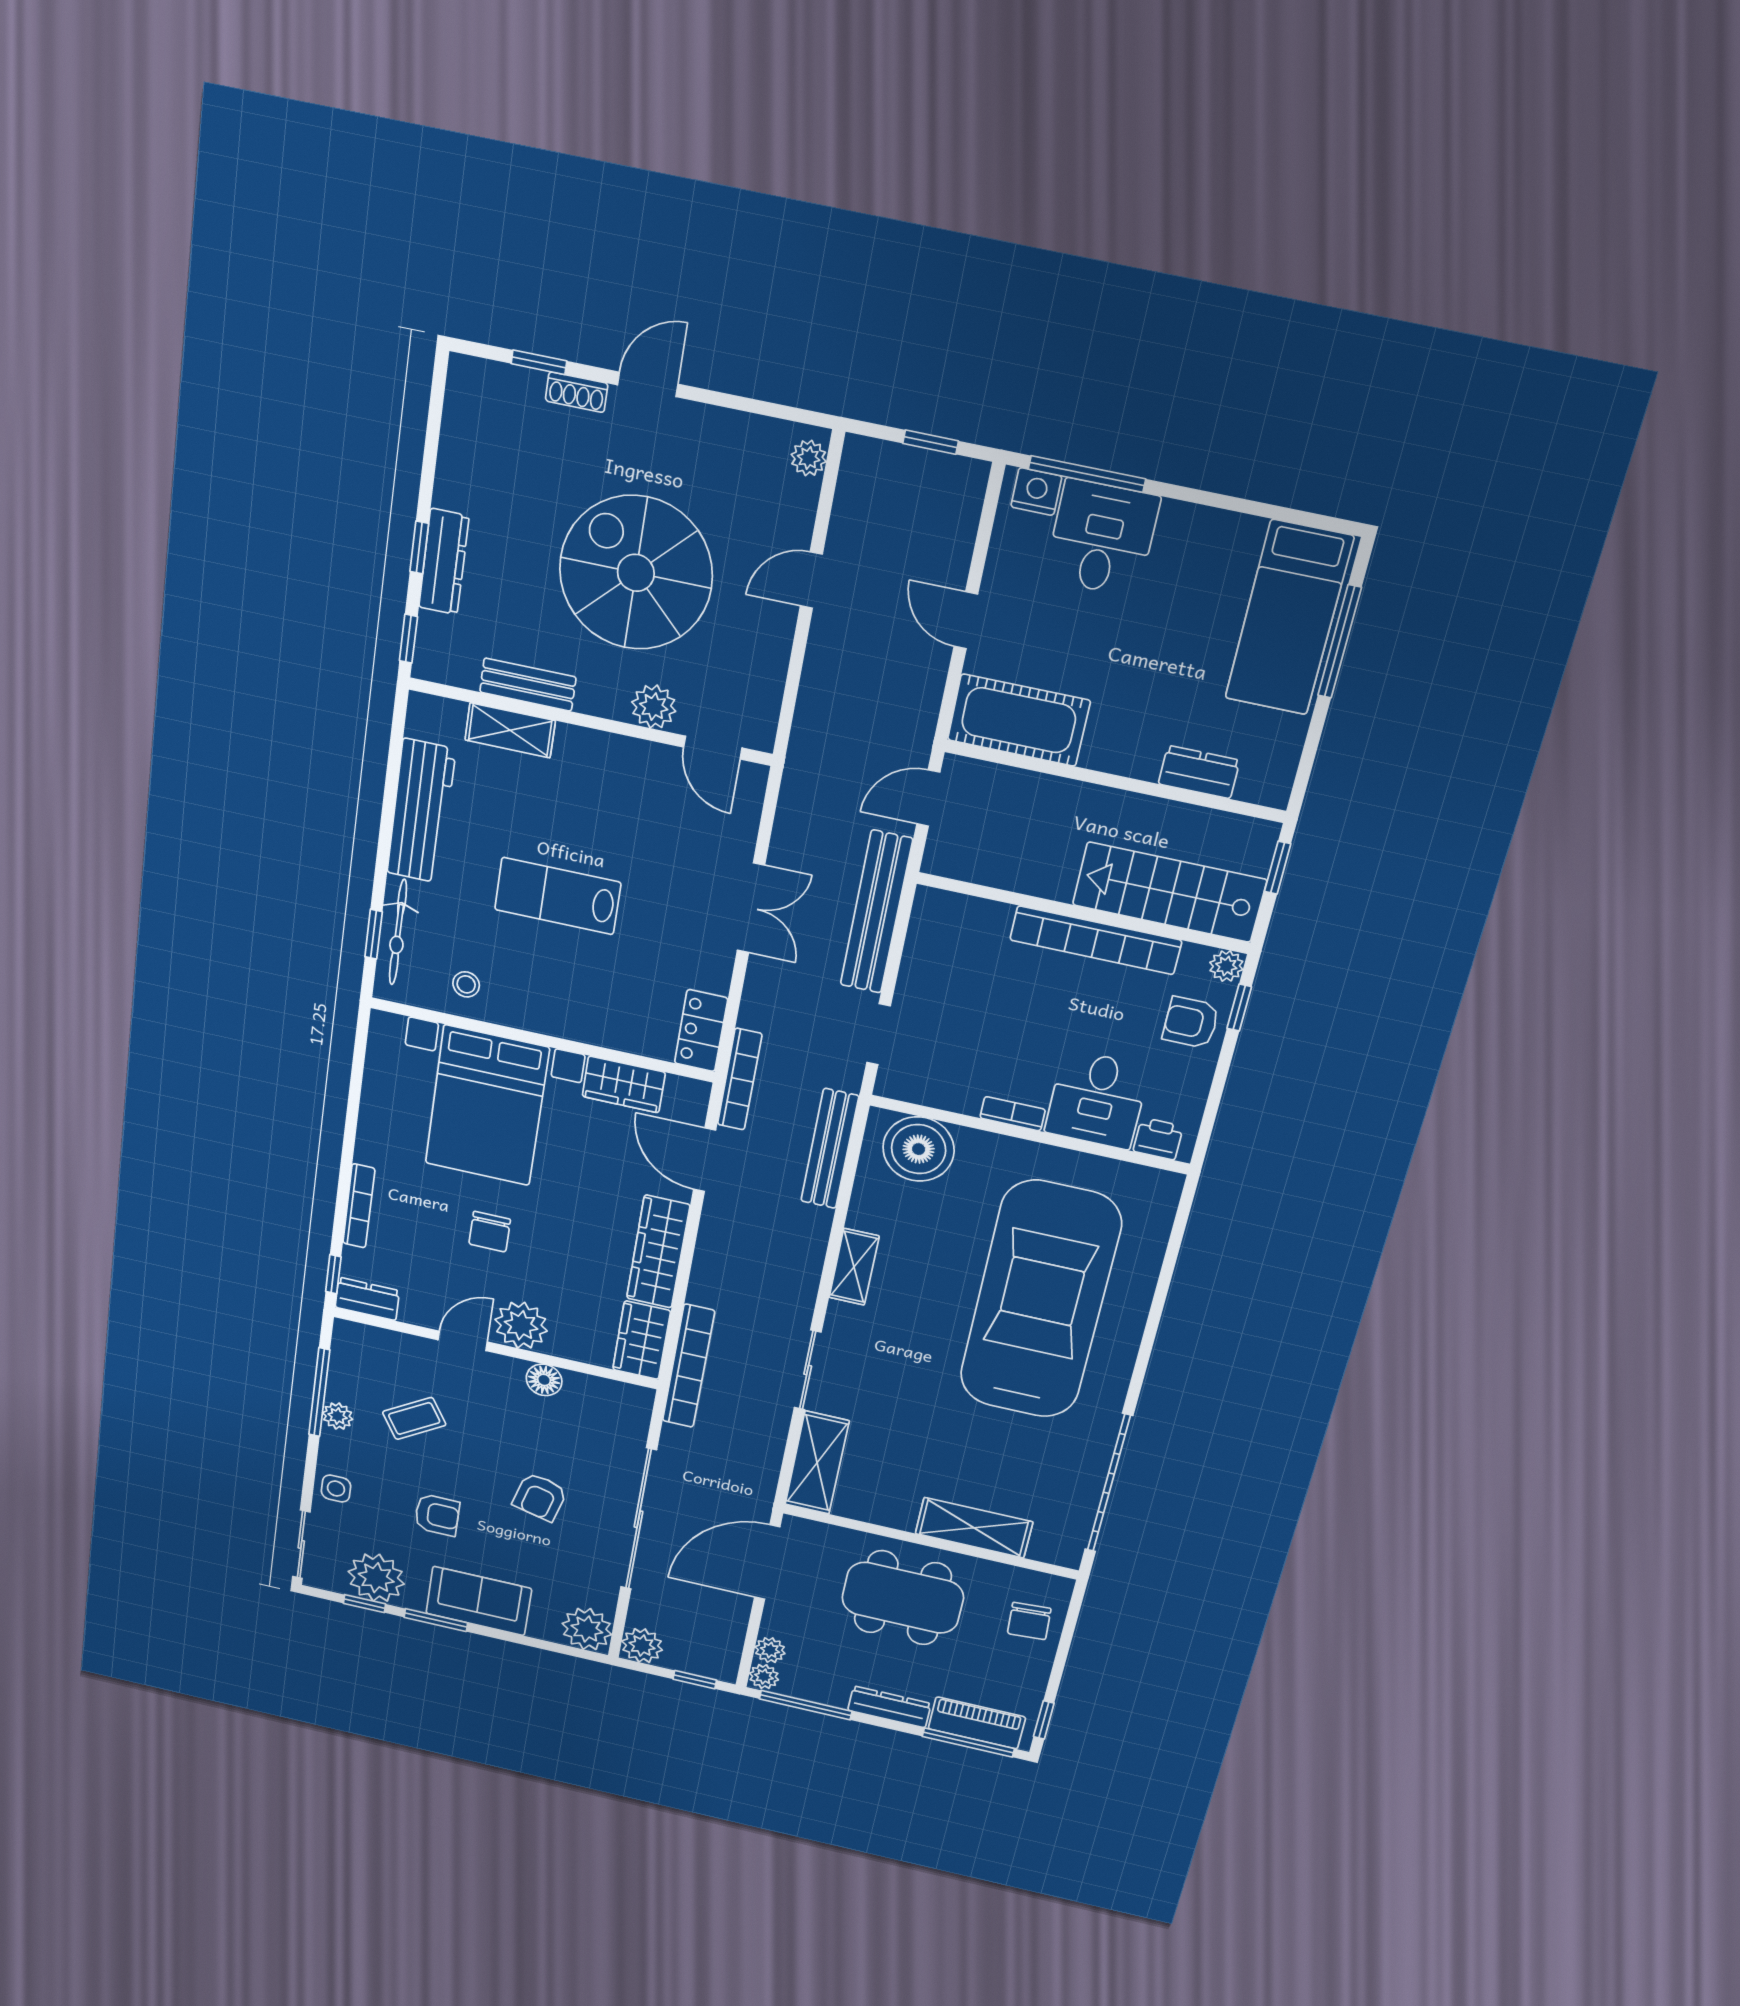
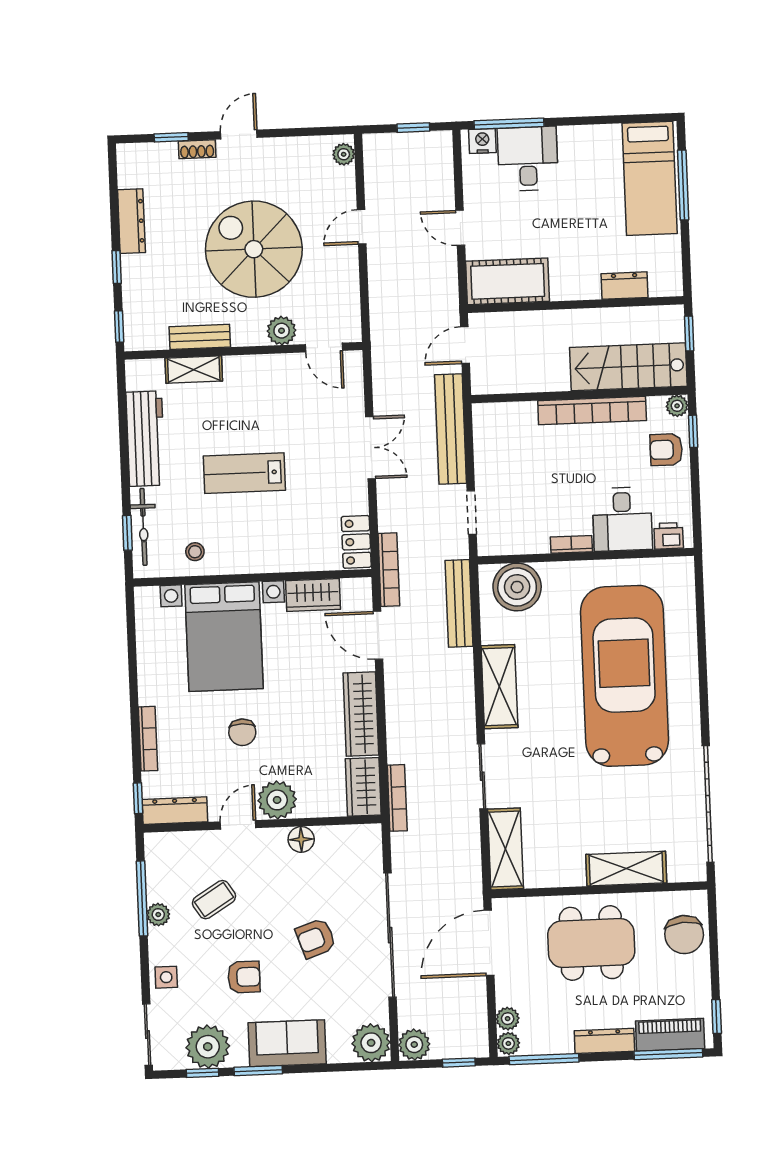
dresser: (444, 562) -> (131, 221), moved
shelving: (854, 1267) -> (499, 687), width x1.50, depth x1.33
dresser: (367, 1299) -> (175, 811), width x1.44
bookcase: (688, 1366) -> (397, 798), width x0.68, depth x0.76
armchair: (540, 1497) -> (316, 938), turned 57
chair: (1029, 1621) -> (684, 935), width x1.37, depth x1.37

